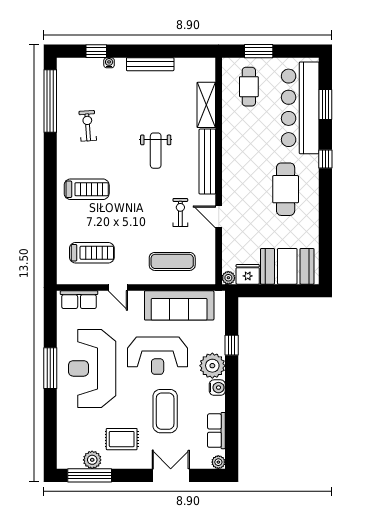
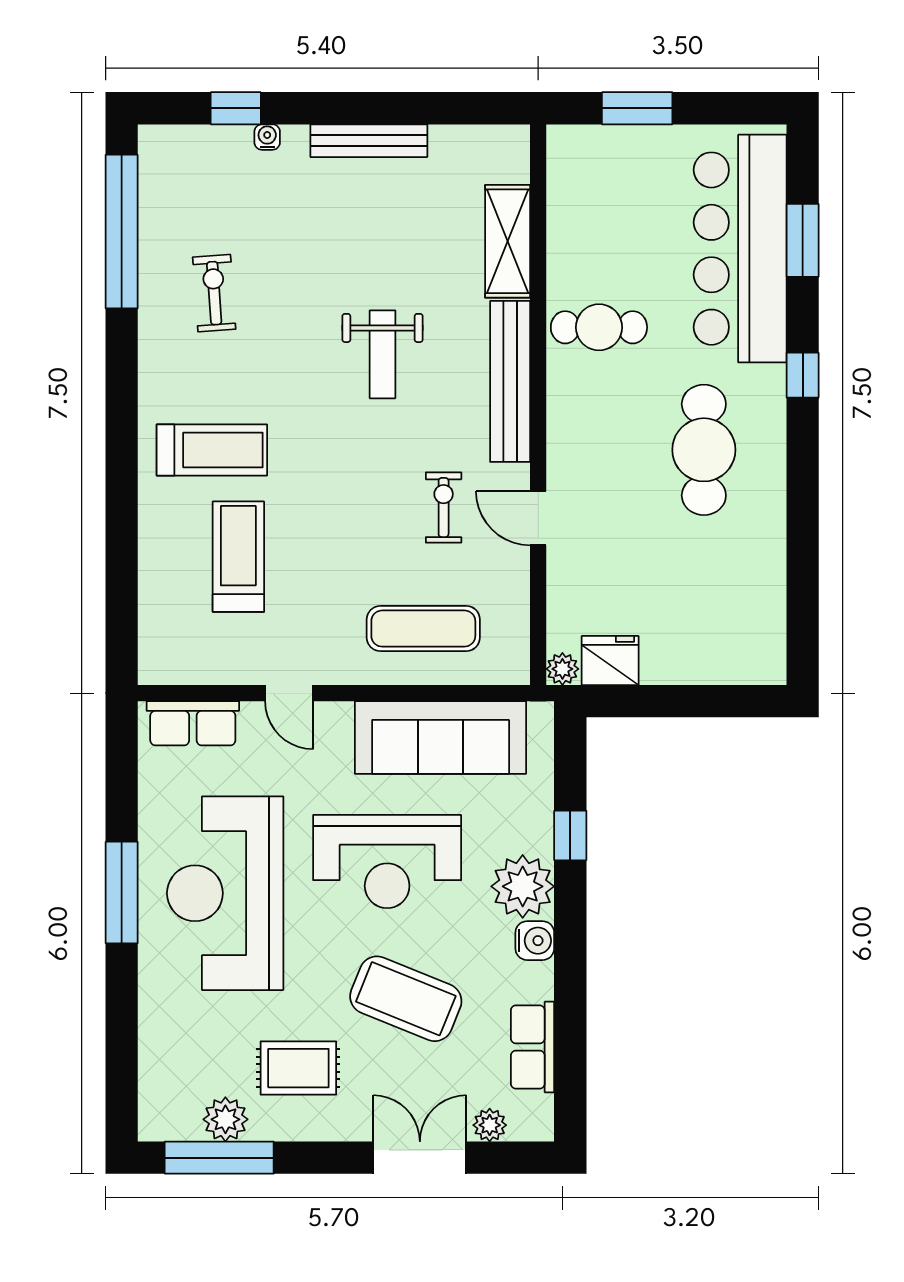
cafe table: (249, 87) -> (599, 327), moved, turned 90
treadmill: (92, 253) -> (238, 557), moved, turned -90
booth: (287, 266) -> (708, 641), removed
coffee table: (165, 411) -> (406, 999), turned -68
plant: (218, 462) -> (490, 1125), moved

